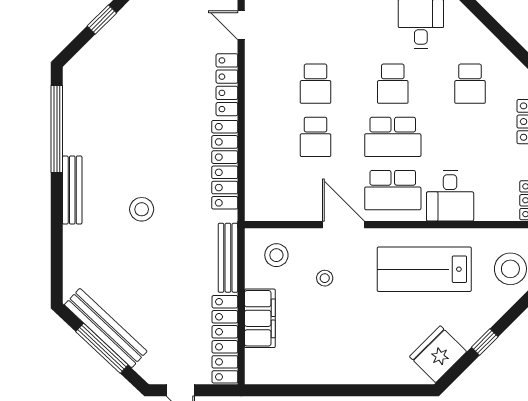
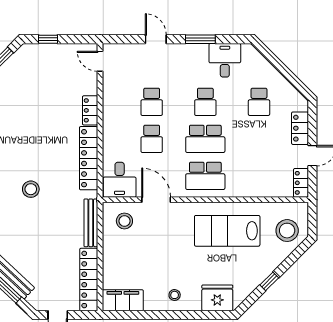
locker: (227, 85) -> (90, 110), width x0.66
desk: (450, 196) -> (120, 180), moved
door: (343, 225) -> (156, 200), moved
stool: (325, 278) -> (175, 295), moved
filing cabinet: (260, 318) -> (123, 300), moved, turned -90
fridge: (438, 354) -> (217, 298), moved, turned 45

